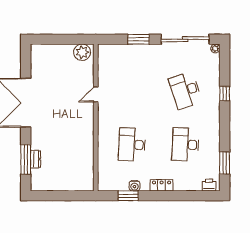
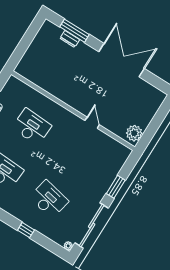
desk: (185, 90) -> (49, 199), turned 30

